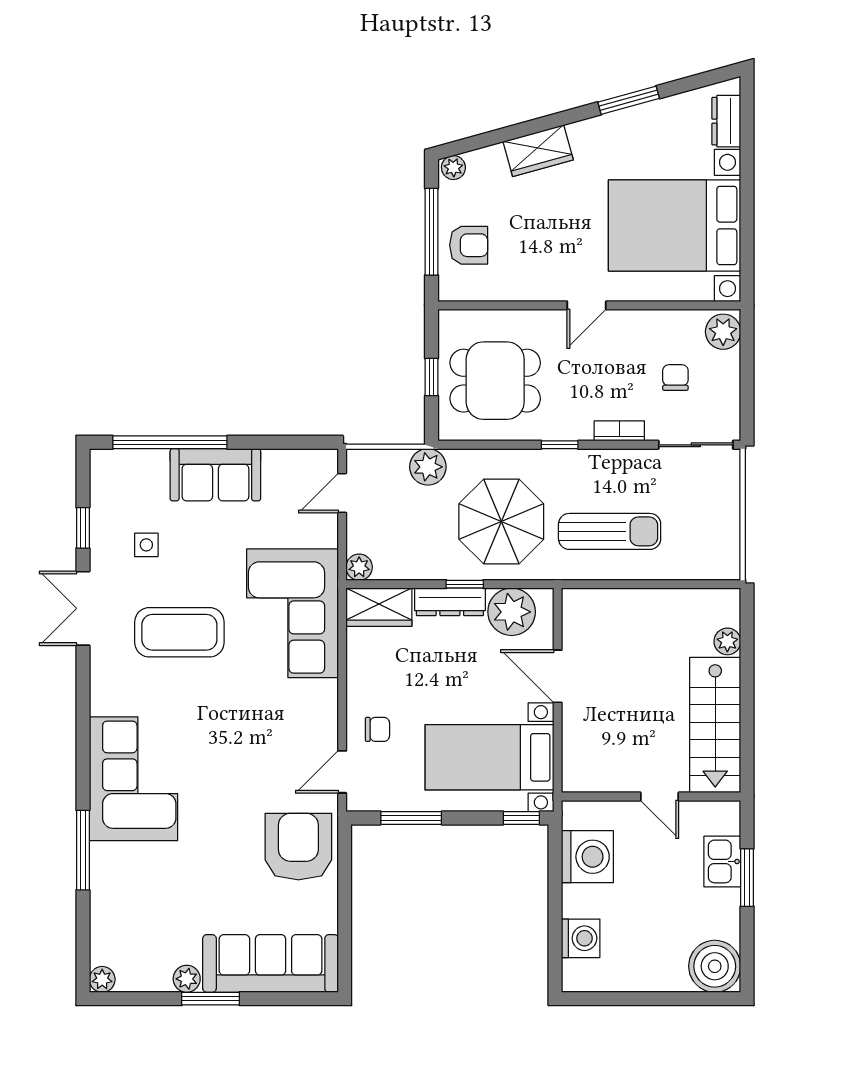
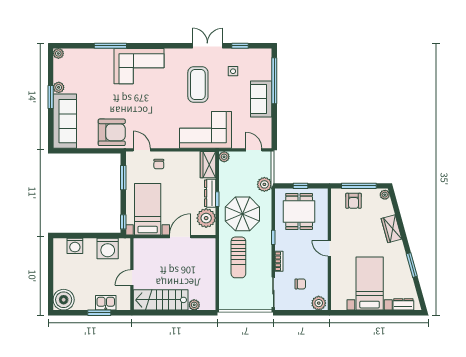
bed with nightstands: (675, 225) -> (370, 284), width x0.73

